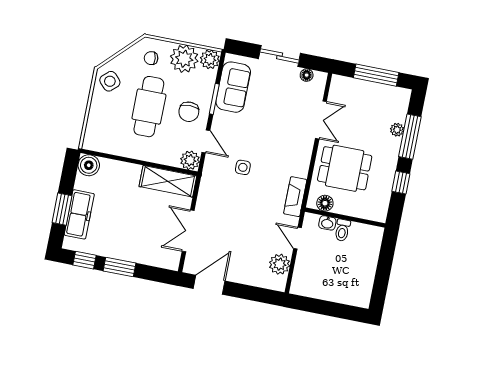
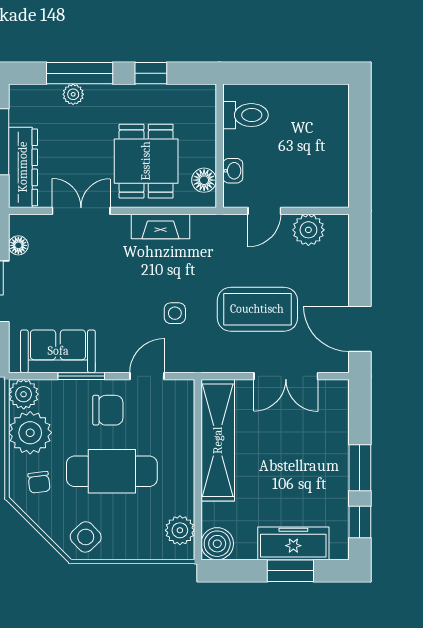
dresser: (356, 88) -> (23, 167), added
plant: (190, 160) -> (180, 530), moved
shelving: (168, 181) -> (218, 440), width x1.47
fireplace: (295, 197) -> (160, 226), moved
coffee table: (235, 221) -> (257, 309), added
toilet: (342, 230) -> (245, 115), moved, width x1.37, depth x1.39

